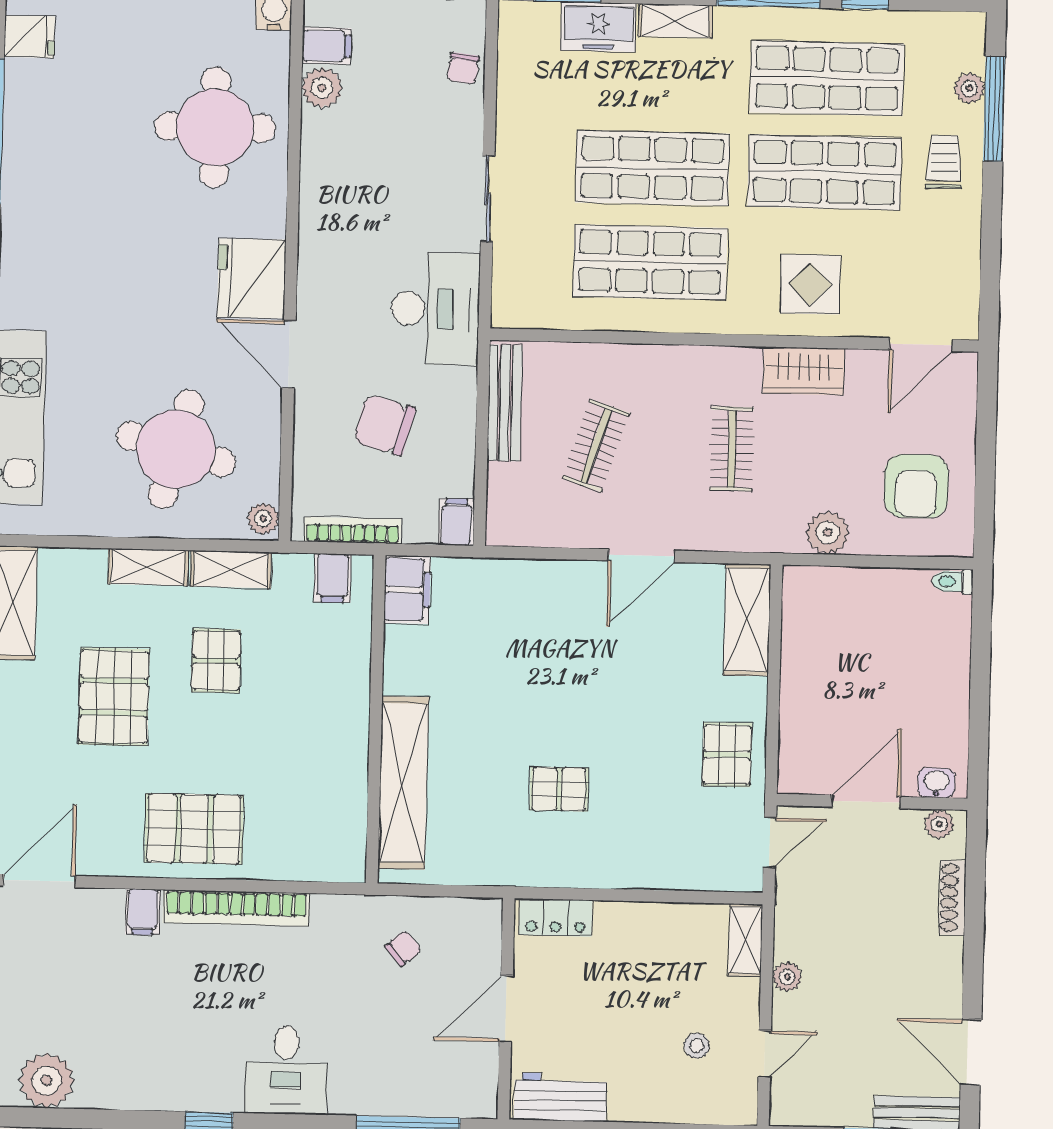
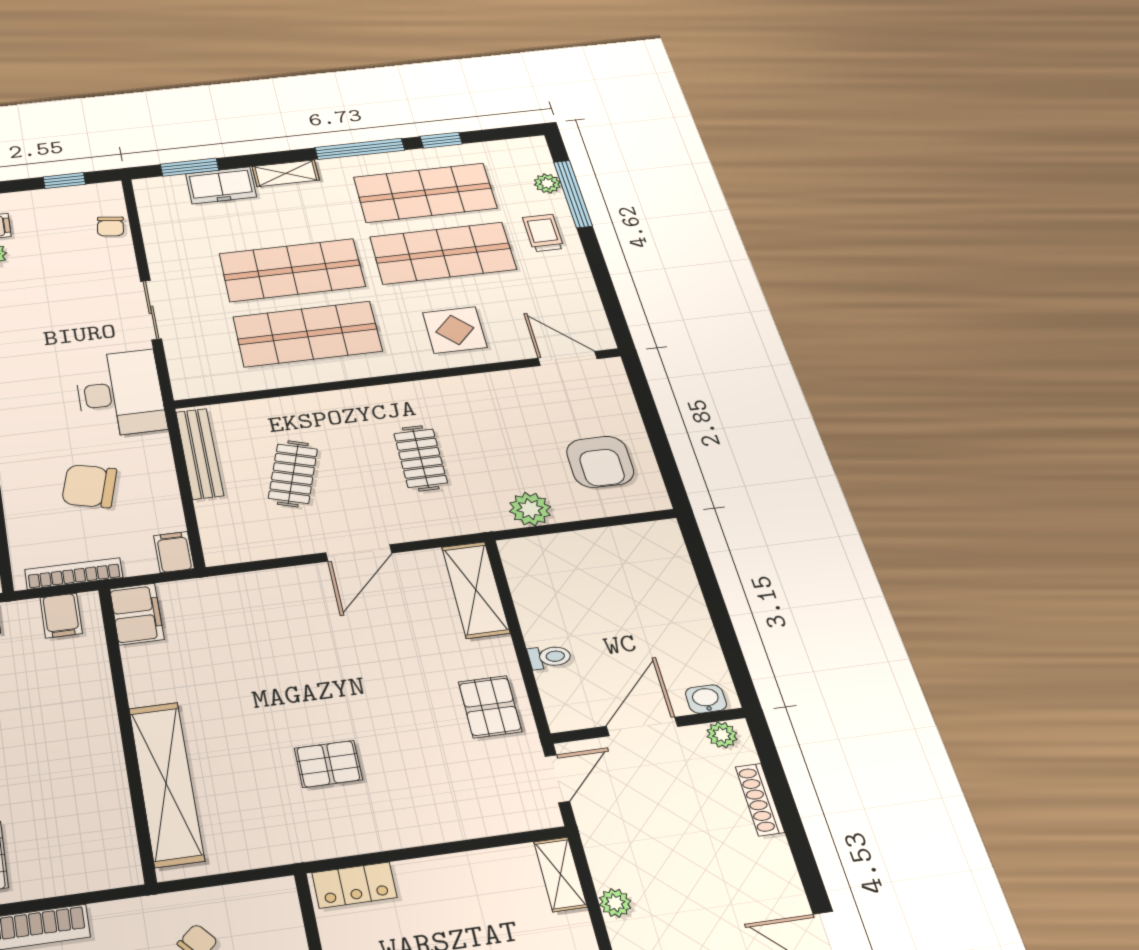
door: (921, 345) -> (568, 358), swing flipped
wardrobe: (804, 371) -> (469, 392), removed
toilet: (953, 581) -> (550, 657), moved, turned 180

